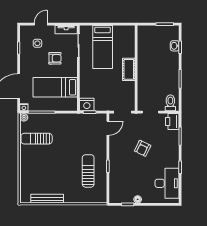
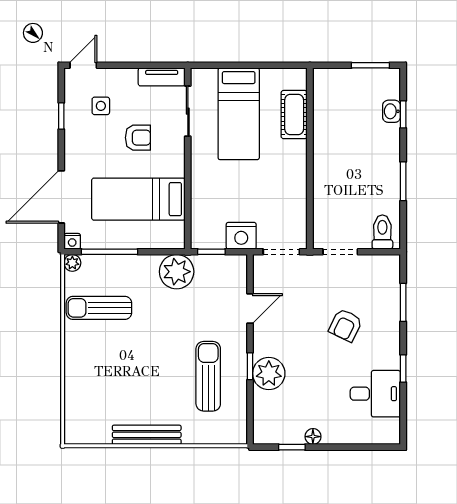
door: (41, 24) -> (83, 65), moved
cot: (129, 69) -> (294, 115), moved
nightstand: (87, 105) -> (241, 236), moved
plant: (73, 122) -> (177, 272), added
printer: (172, 122) -> (386, 272), removed
door: (108, 128) -> (250, 309), moved
armchair: (143, 148) -> (346, 325), moved
plant: (117, 170) -> (269, 373), added
desk: (167, 183) -> (375, 394), width x0.73
bench: (47, 199) -> (147, 435), moved

